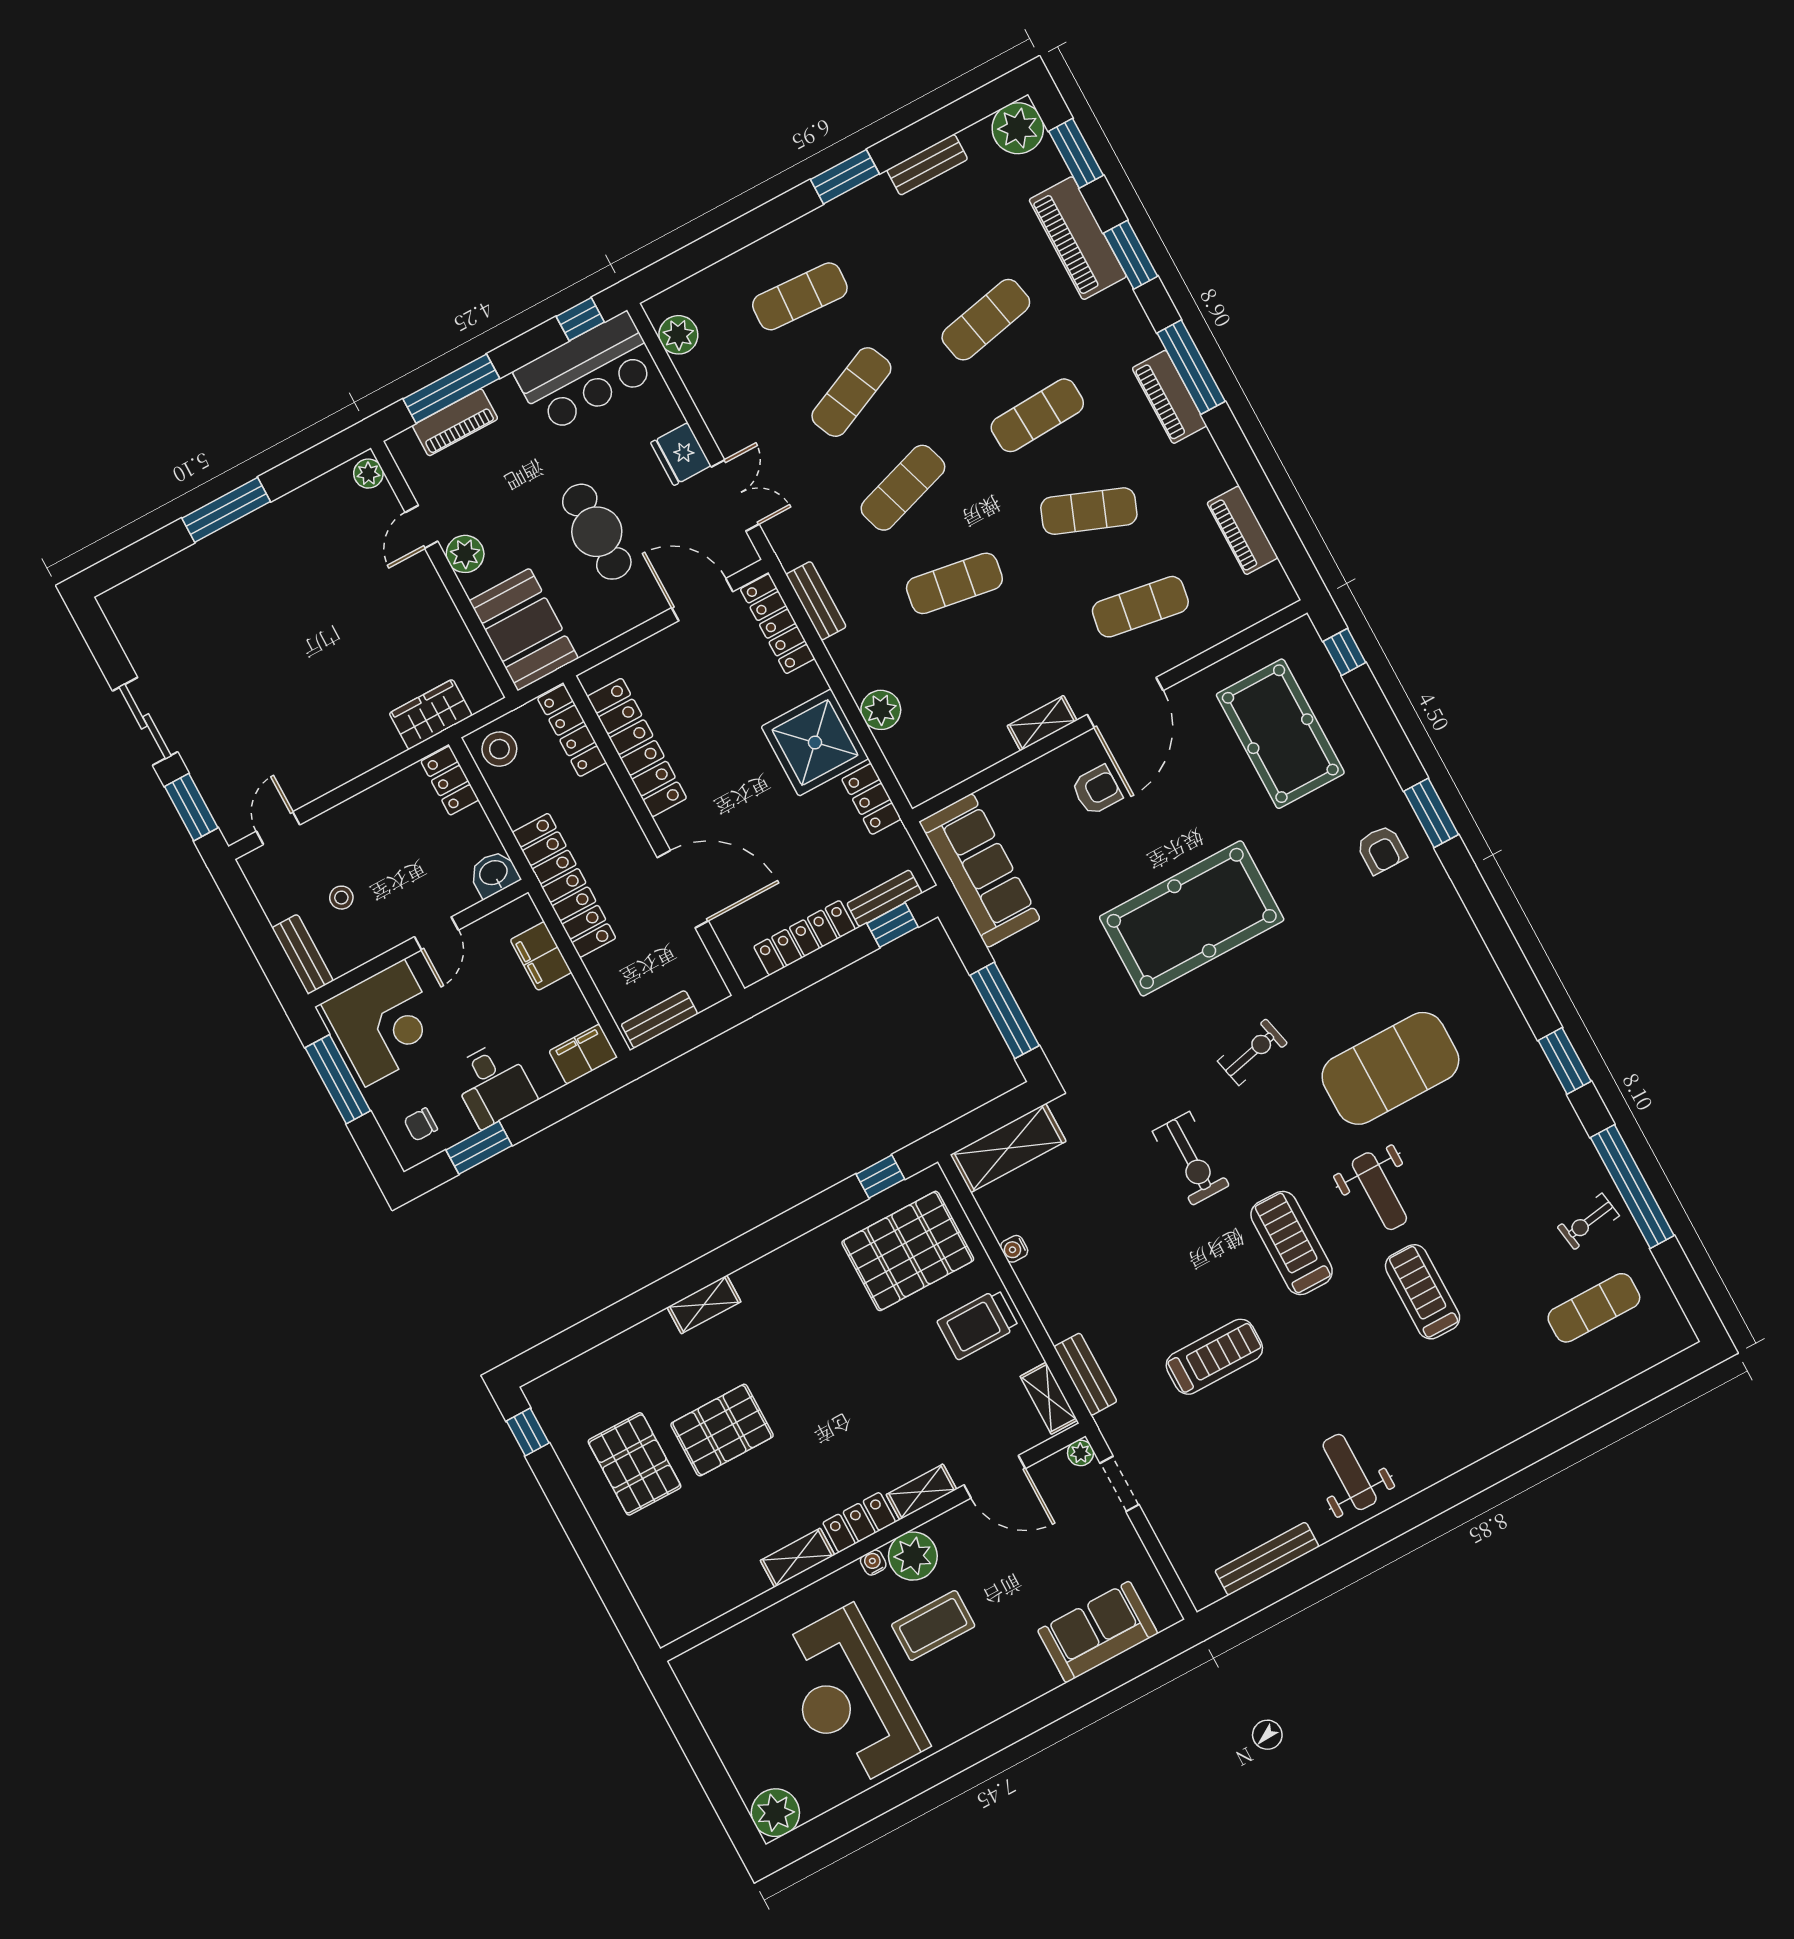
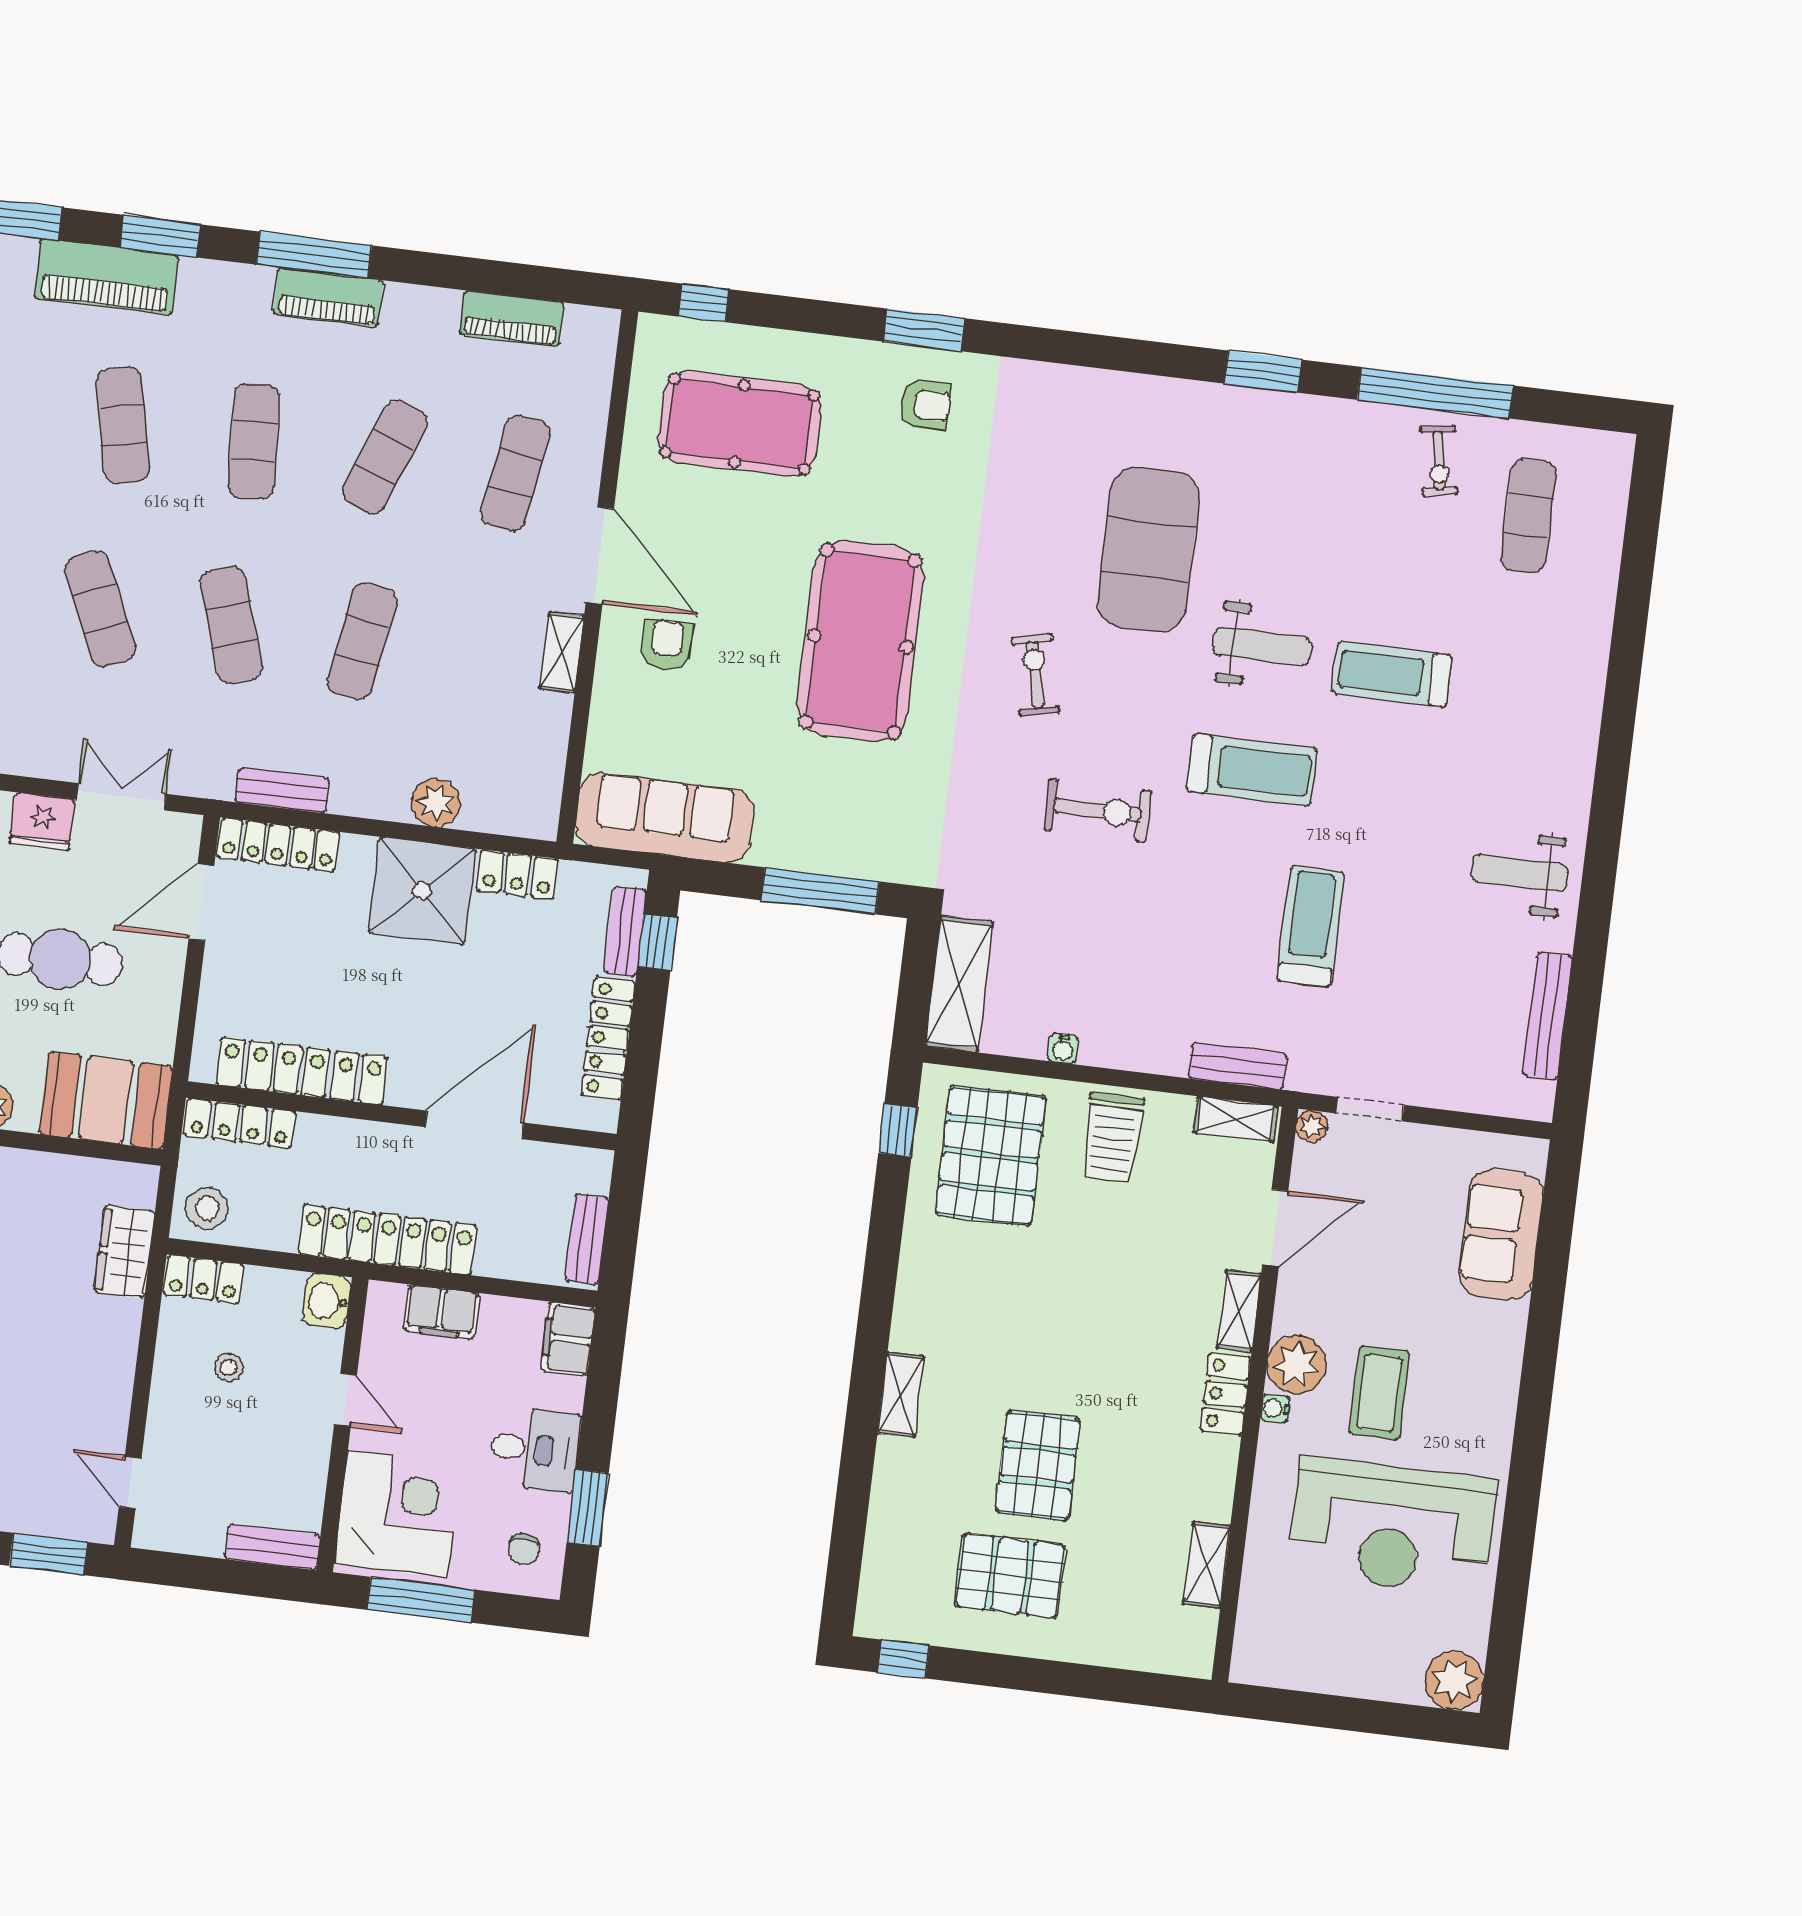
stool: (341, 898) -> (229, 1367), moved
treadmill: (1292, 1243) -> (1252, 770), turned 180
shelving: (797, 1558) -> (1207, 1565), moved

